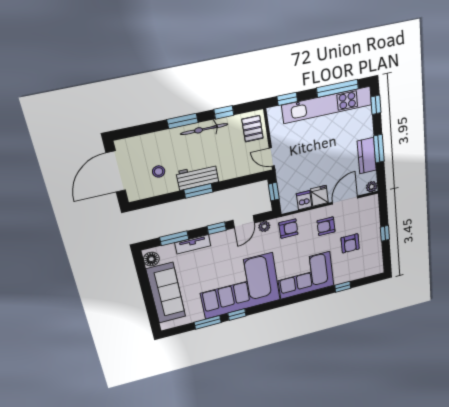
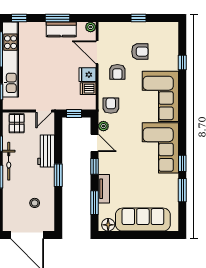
pallet: (252, 129) -> (17, 123), turned 90
workbench: (197, 177) -> (46, 151), moved
corner sofa: (239, 286) -> (160, 148), width x0.73, depth x0.74

